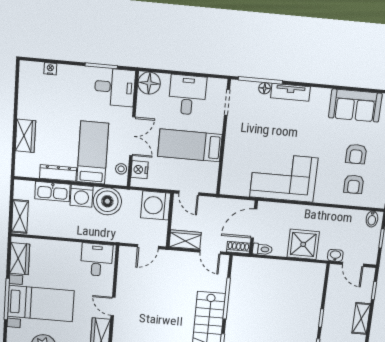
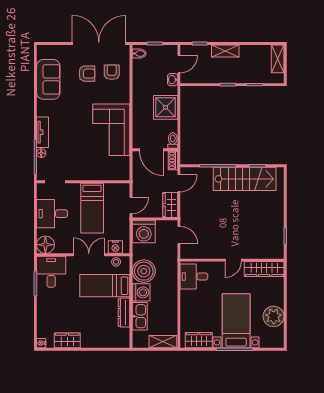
nightstand: (50, 69) -> (41, 343), moved
wardrobe: (25, 136) -> (67, 340), moved
armchair: (354, 184) -> (112, 72), turned -90

